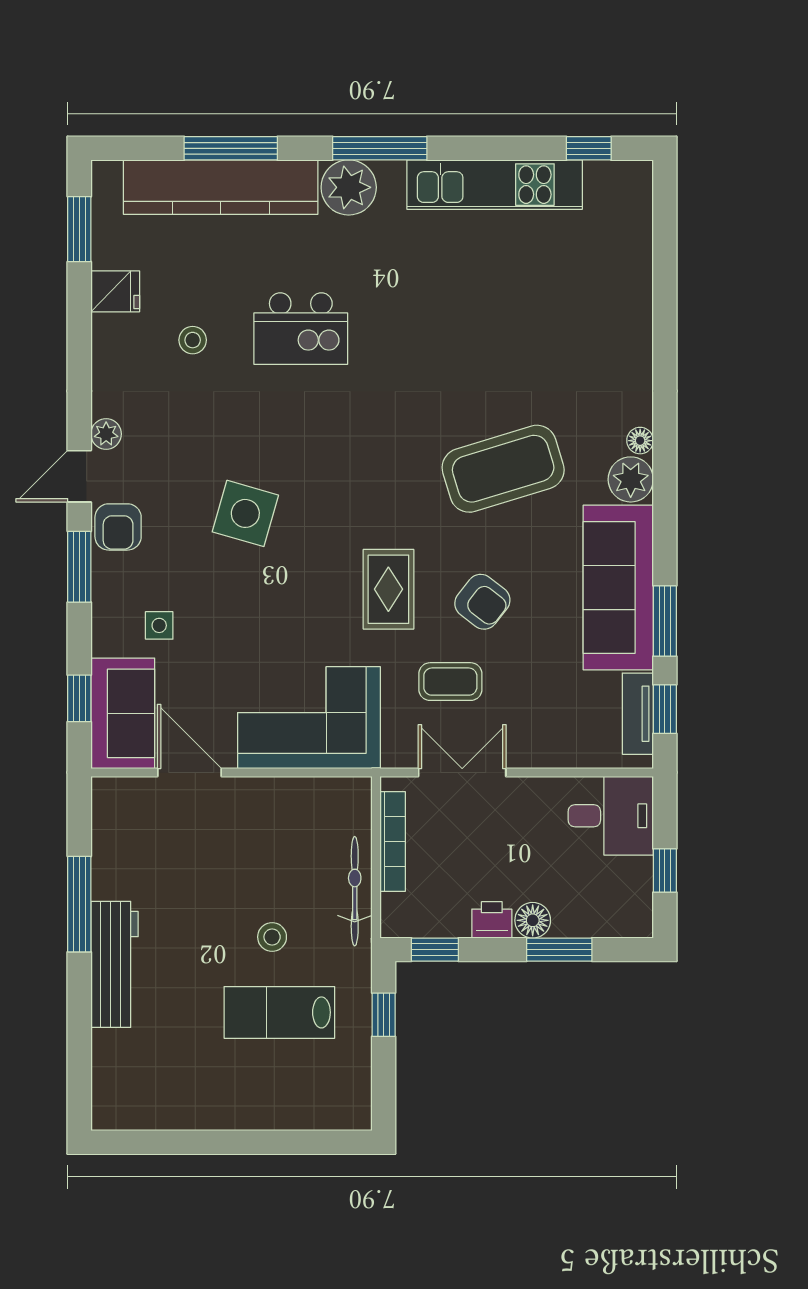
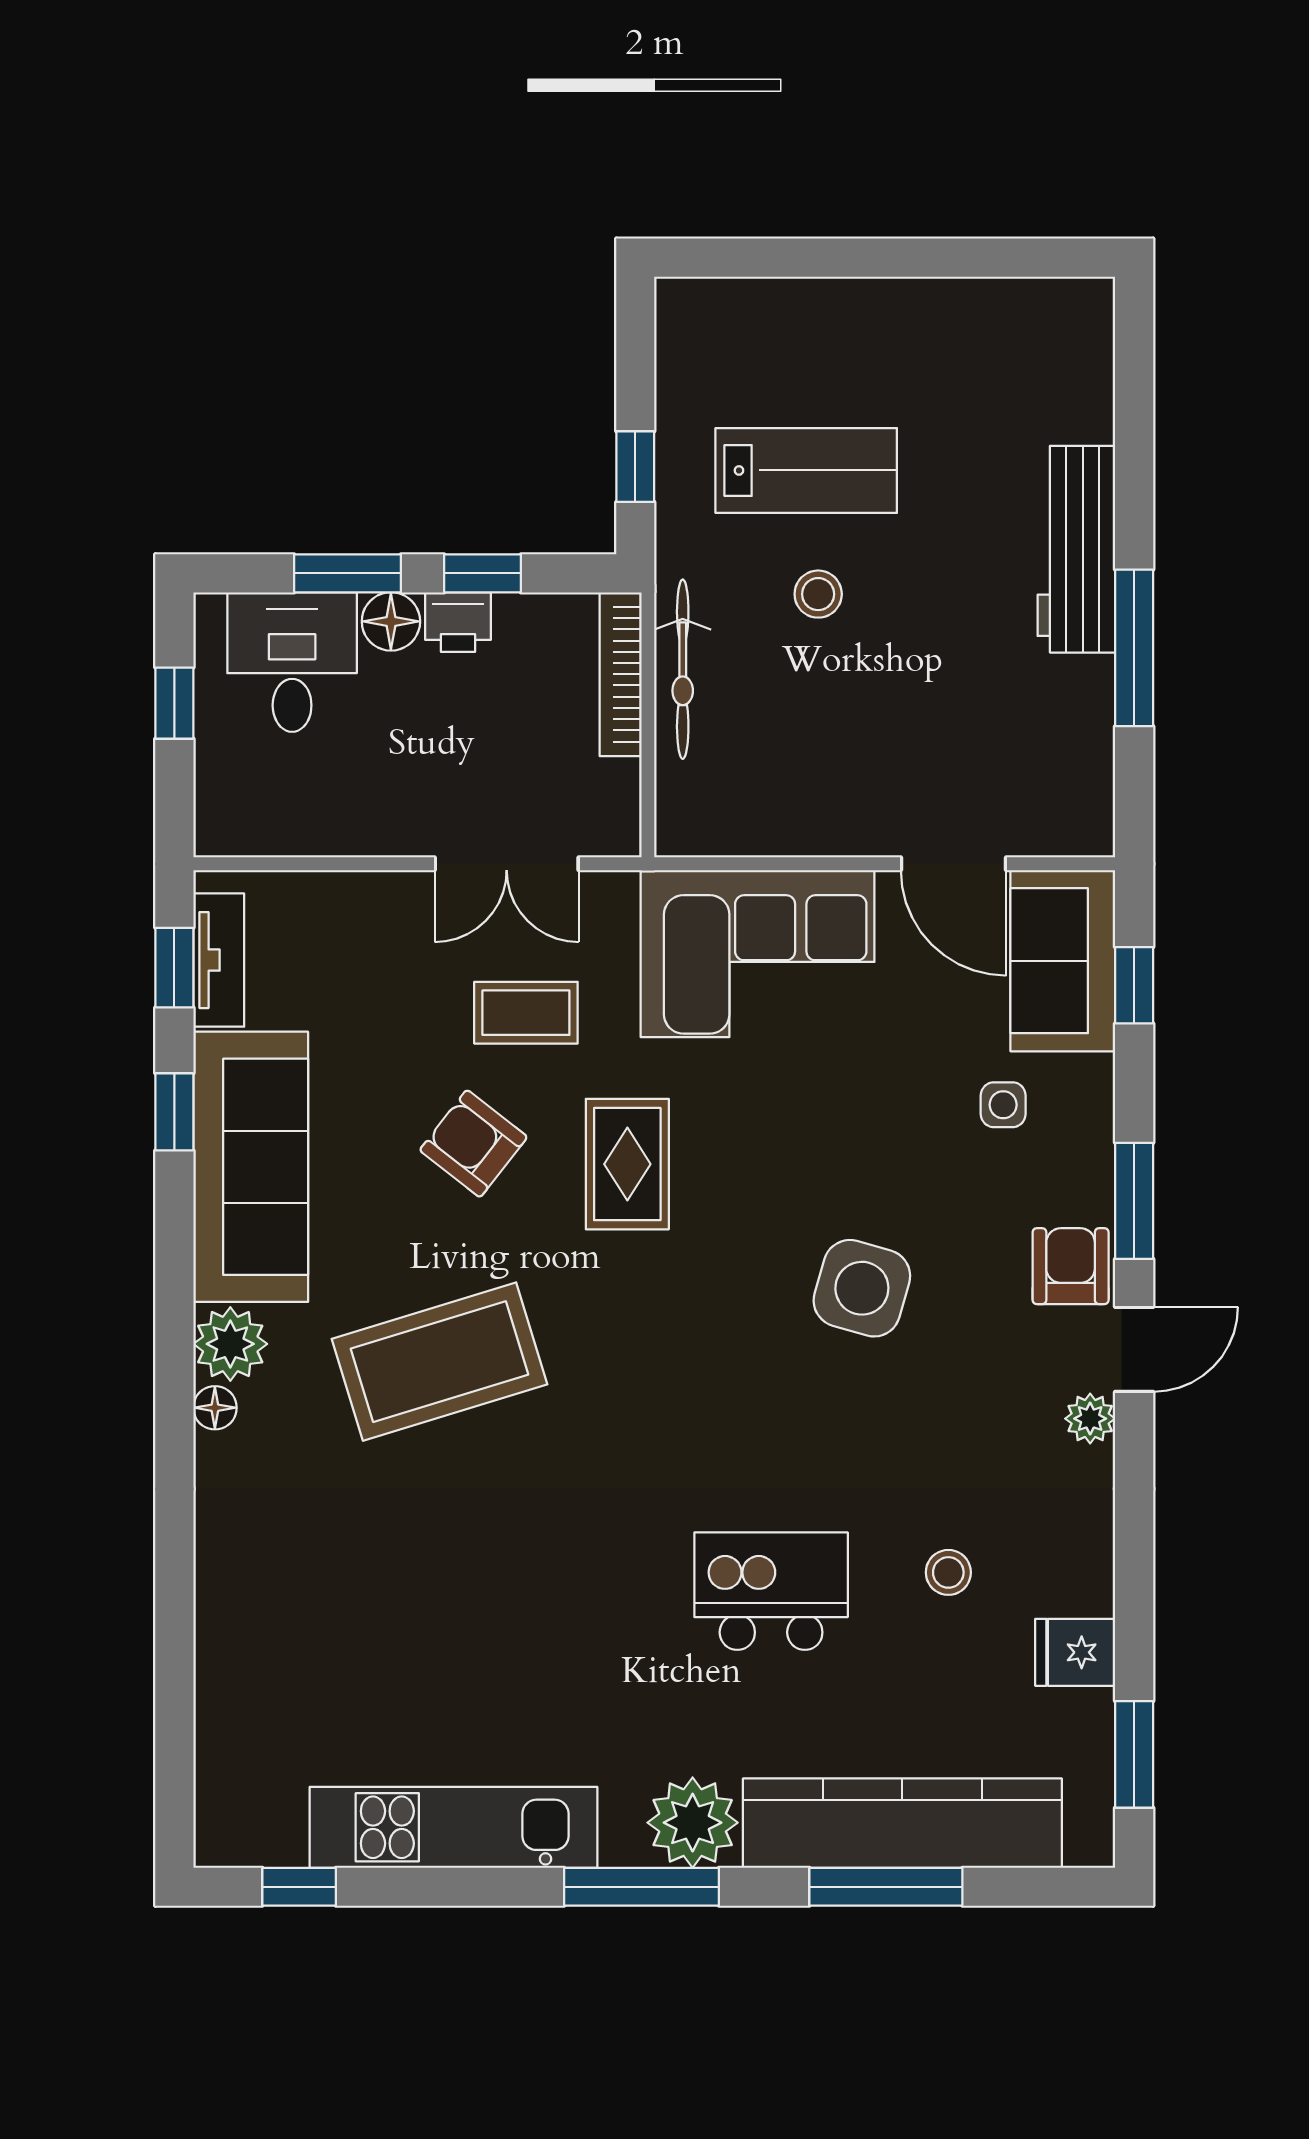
window: (665, 621) -> (174, 1112), width x0.67
desk: (611, 816) -> (292, 662), moved, turned 90
bookcase: (393, 842) -> (621, 674), moved
window: (435, 950) -> (483, 573), moved

